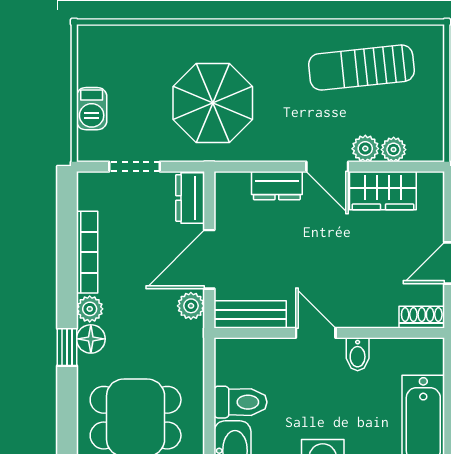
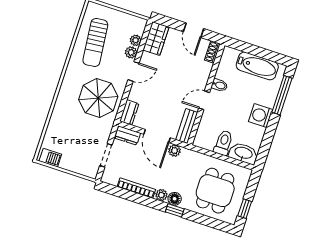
parasol: (213, 103) -> (98, 98), moved
barbecue: (92, 109) -> (50, 158), moved
dresser: (277, 186) -> (129, 112), moved
wardrobe: (383, 191) -> (156, 39), moved

